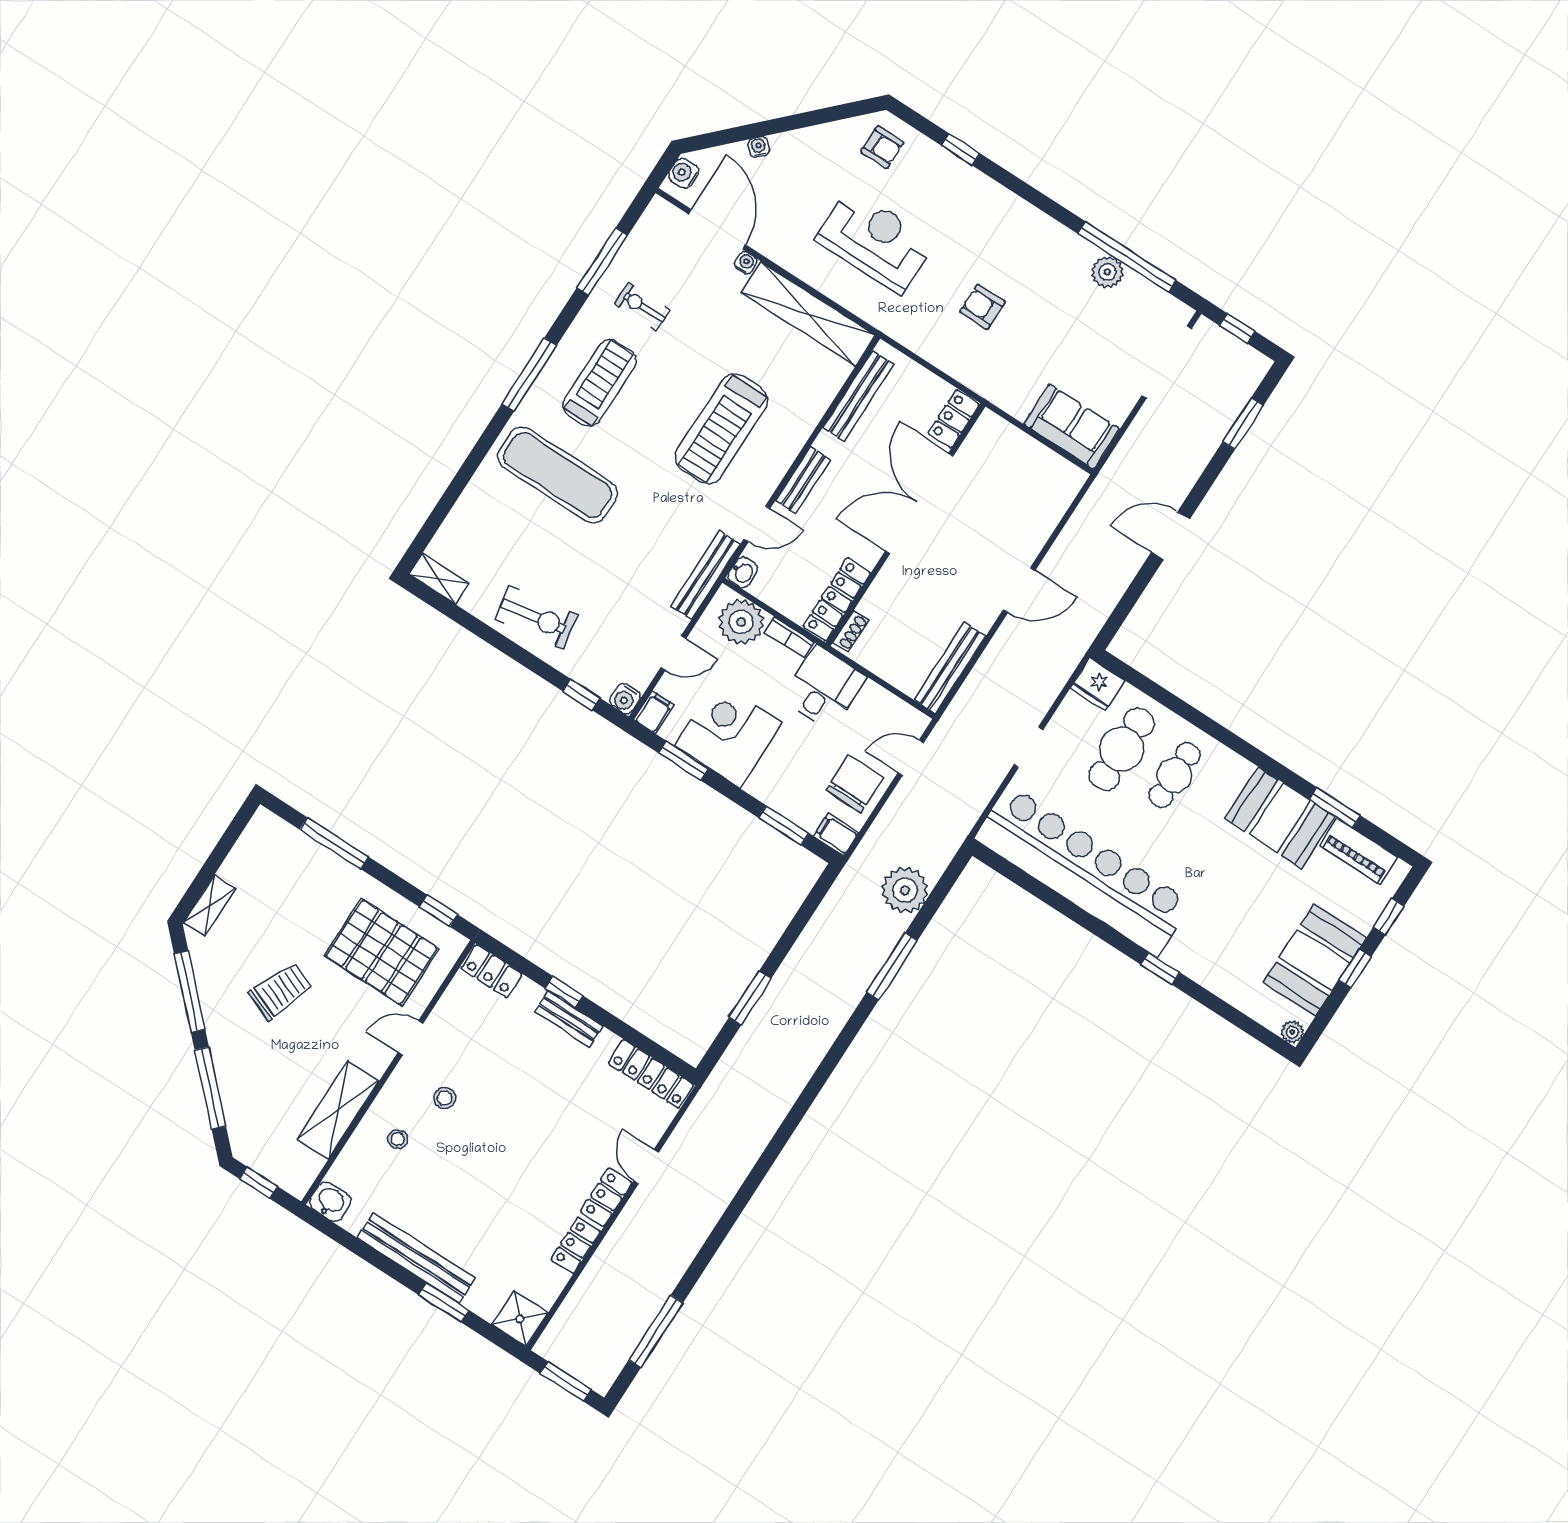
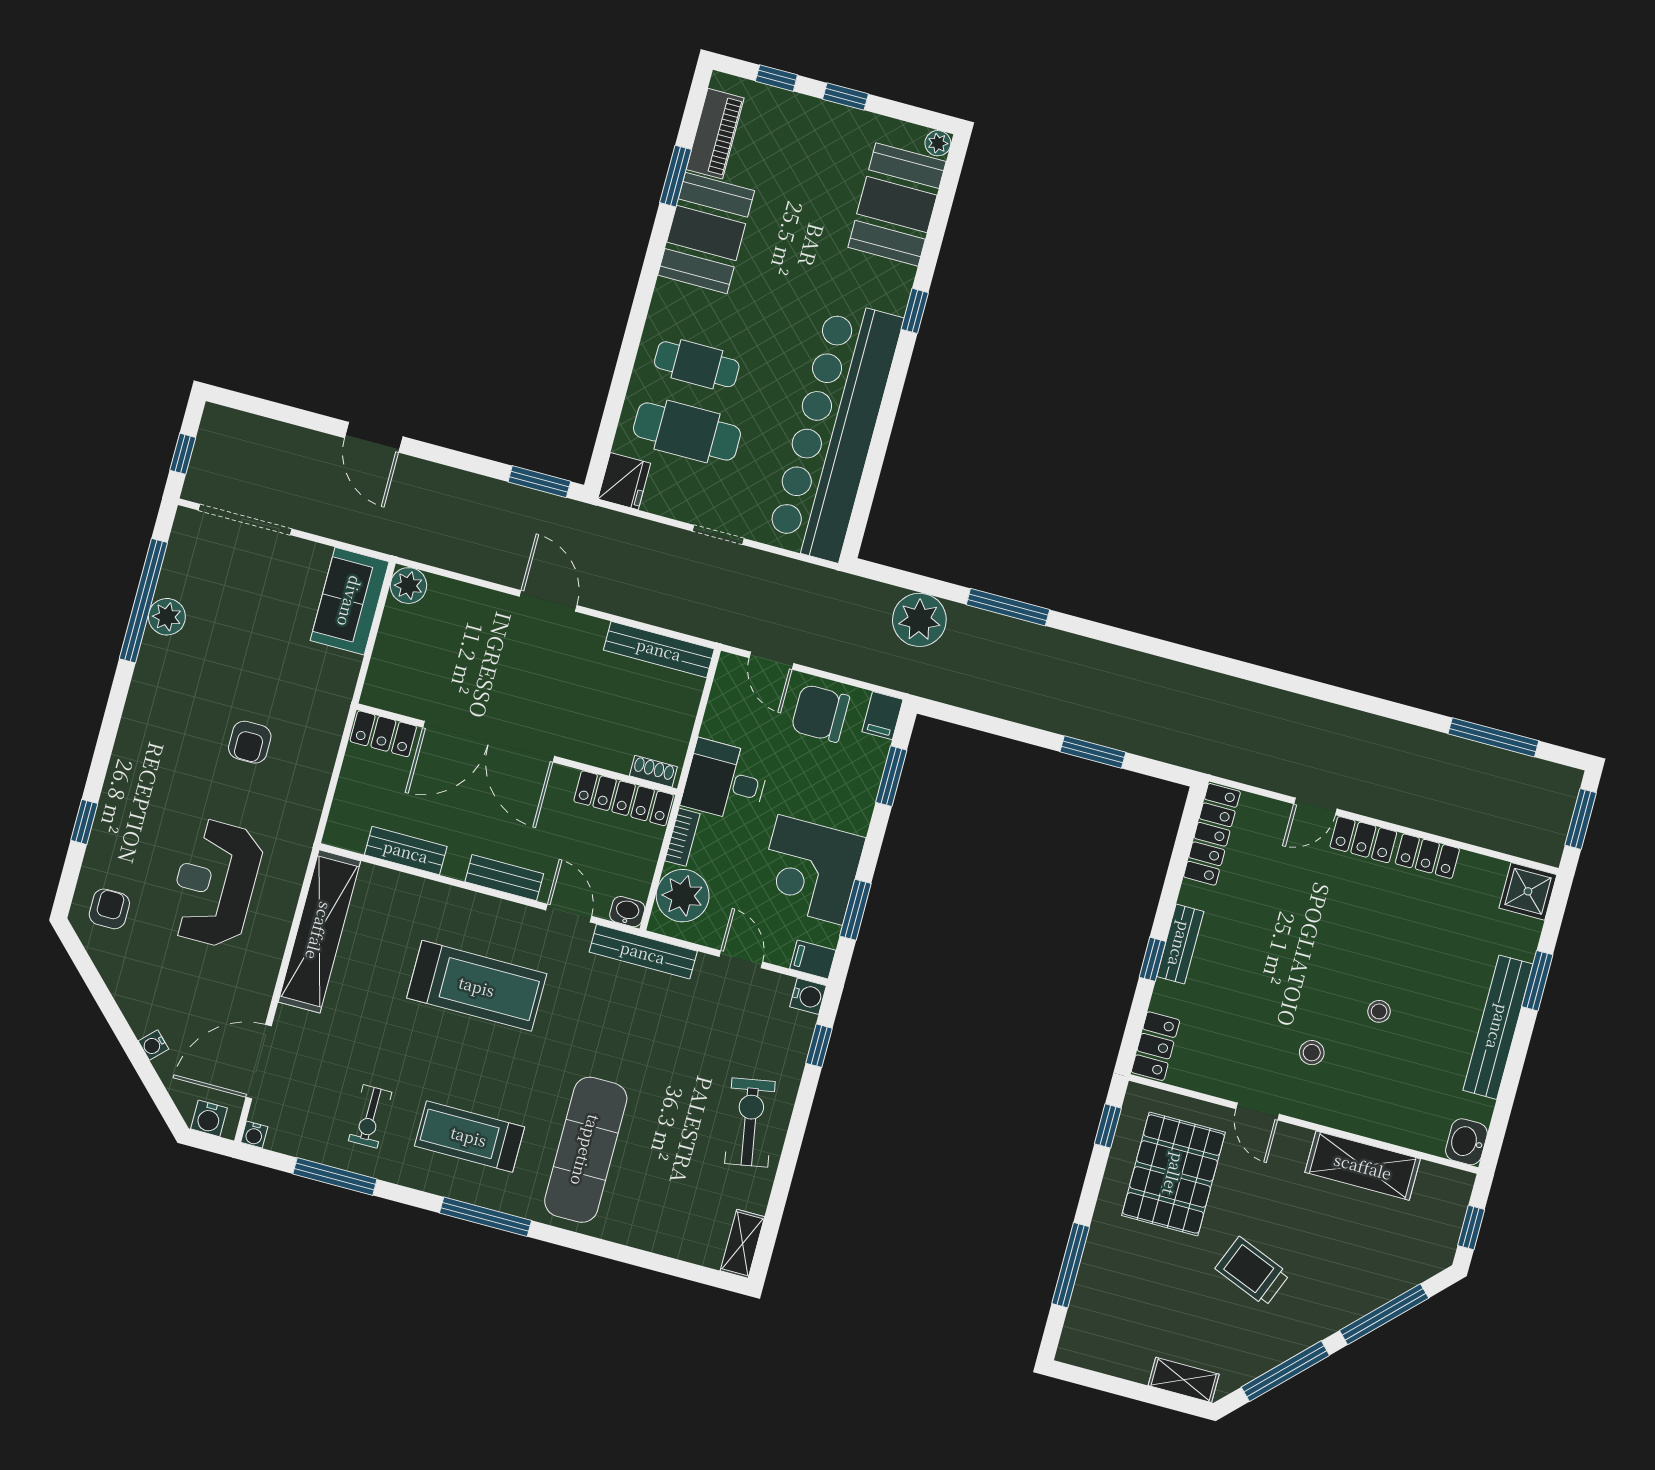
water cooler: (746, 263) -> (254, 1135), moved, turned -90
bench: (858, 396) -> (406, 851), width x0.73
window: (1243, 424) -> (539, 482), moved
plant: (1069, 479) -> (408, 586), added
door: (1171, 536) -> (374, 437), moved
booth: (1315, 960) -> (897, 204), moved, turned 90
stool: (398, 1139) -> (1379, 1011), moved

